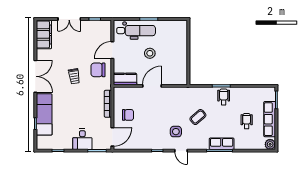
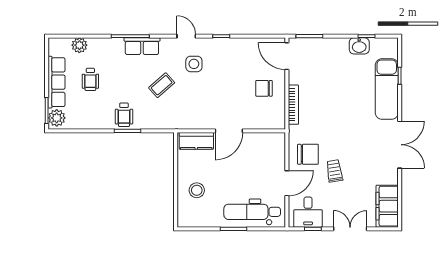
stool: (150, 53) -> (197, 190), moved
double door: (35, 76) -> (400, 145), swing flipped
trolley: (74, 76) -> (334, 171), moved
kitchen counter: (125, 79) -> (196, 141), moved
plant: (270, 95) -> (57, 118), added
door: (112, 137) -> (287, 56), hinge flipped
desk: (82, 139) -> (308, 212), moved, turned 180
washbasin: (63, 144) -> (359, 46), added
row of seats: (222, 144) -> (142, 46), moved
plant: (270, 144) -> (79, 45), moved

